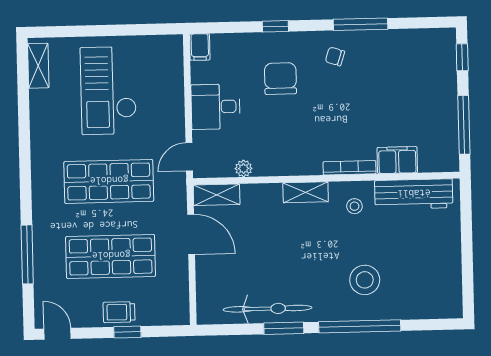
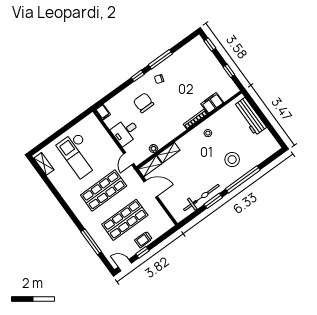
window: (275, 26) -> (138, 76), moved
window: (464, 125) -> (229, 71), width x0.46
shelving: (306, 192) -> (168, 153), moved
workbench: (414, 194) -> (250, 116), moved, turned 90
window: (127, 332) -> (142, 252), moved

